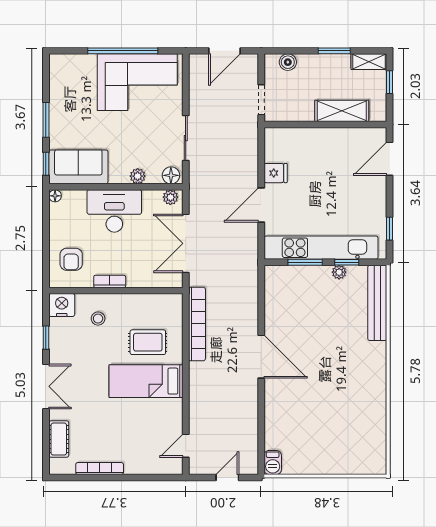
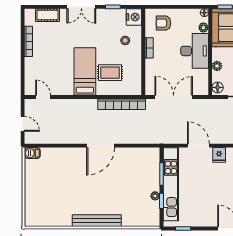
plant: (170, 197) -> (203, 28), moved
bench: (377, 303) -> (97, 221), moved
rug: (148, 342) -> (110, 73), turned 90

